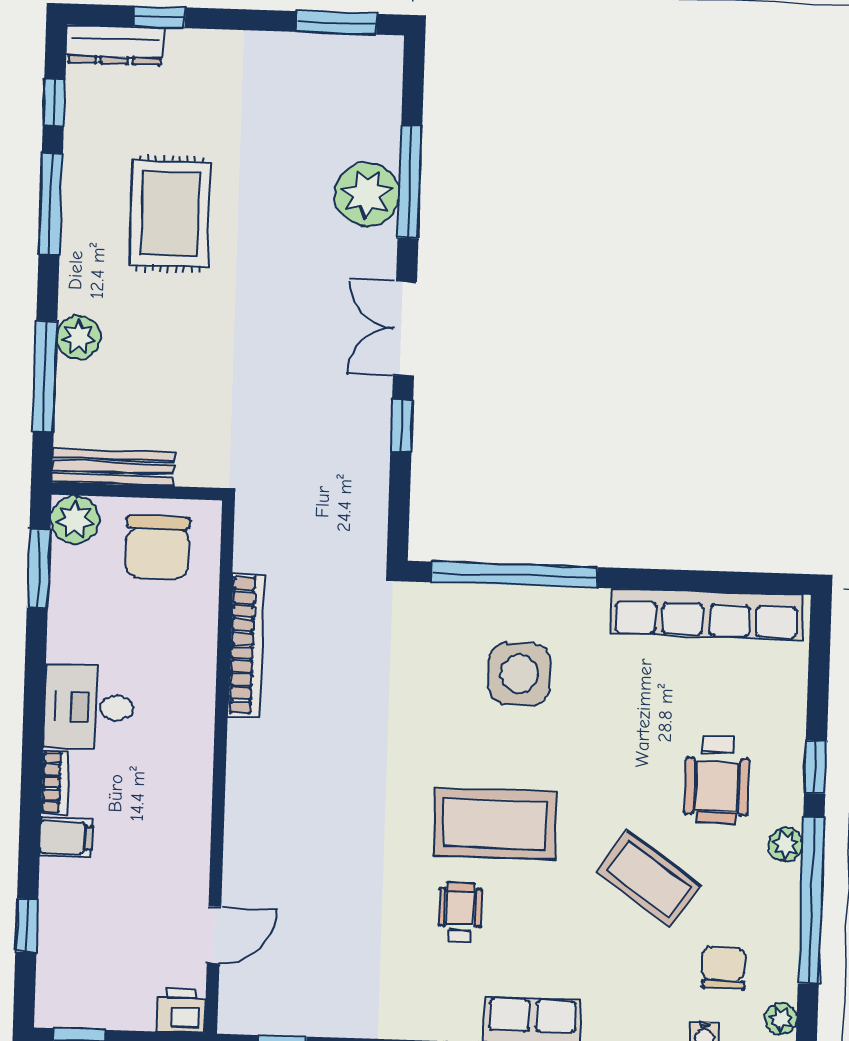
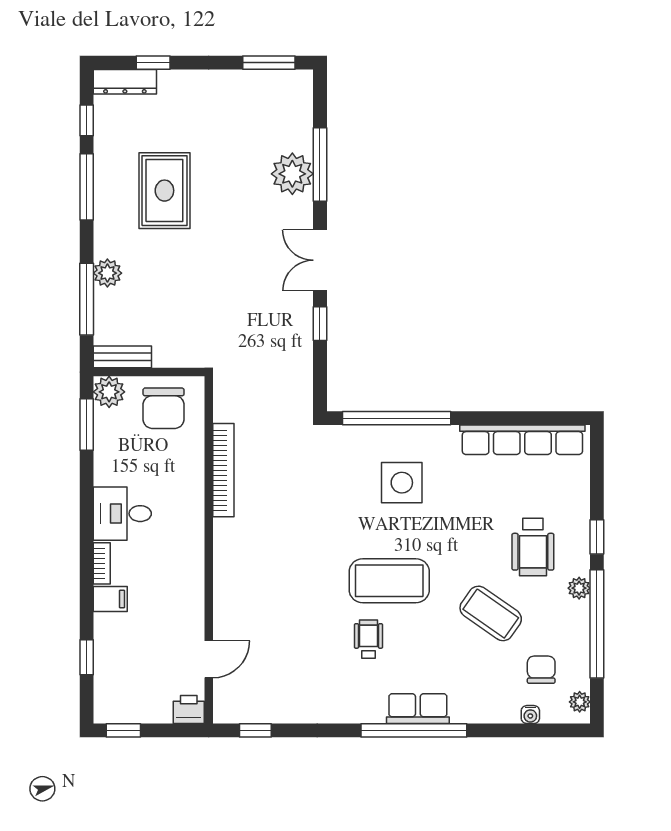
bench: (113, 467) -> (122, 357), width x0.73

